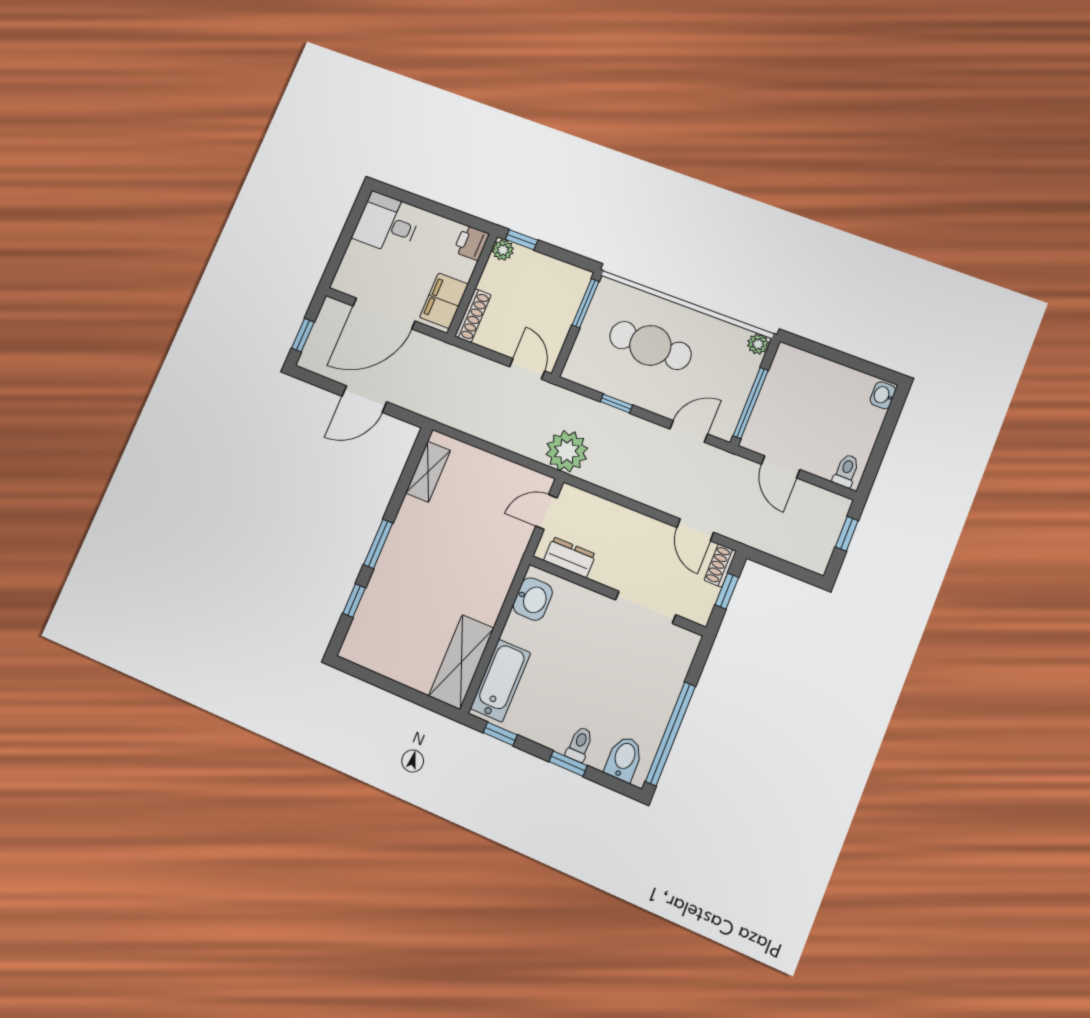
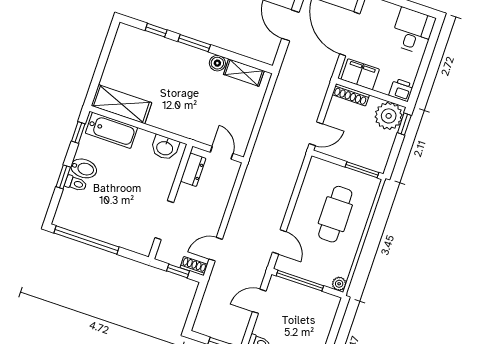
plant: (503, 250) -> (389, 116), width x1.87, depth x1.87
window: (616, 403) -> (296, 194), removed
plant: (567, 451) -> (262, 164), removed
boiler: (411, 511) -> (217, 63), added
bidet: (624, 759) -> (84, 168), moved

